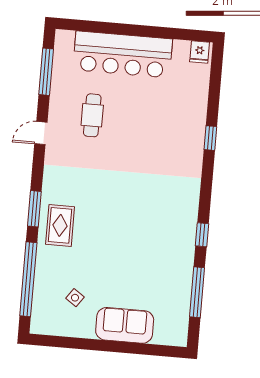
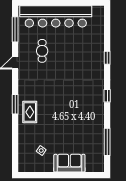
fridge: (200, 52) -> (97, 12), removed
bar counter: (123, 54) -> (56, 16), width x1.36
window: (202, 235) -> (107, 96), moved
window: (28, 279) -> (15, 143), removed

